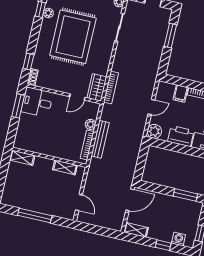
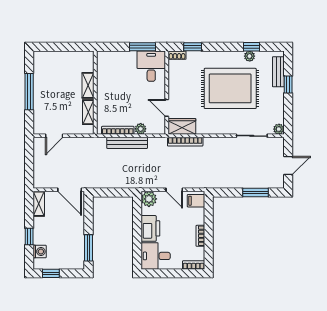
filing cabinet: (181, 94) -> (196, 201), moved
shelving: (22, 158) -> (88, 85), moved

